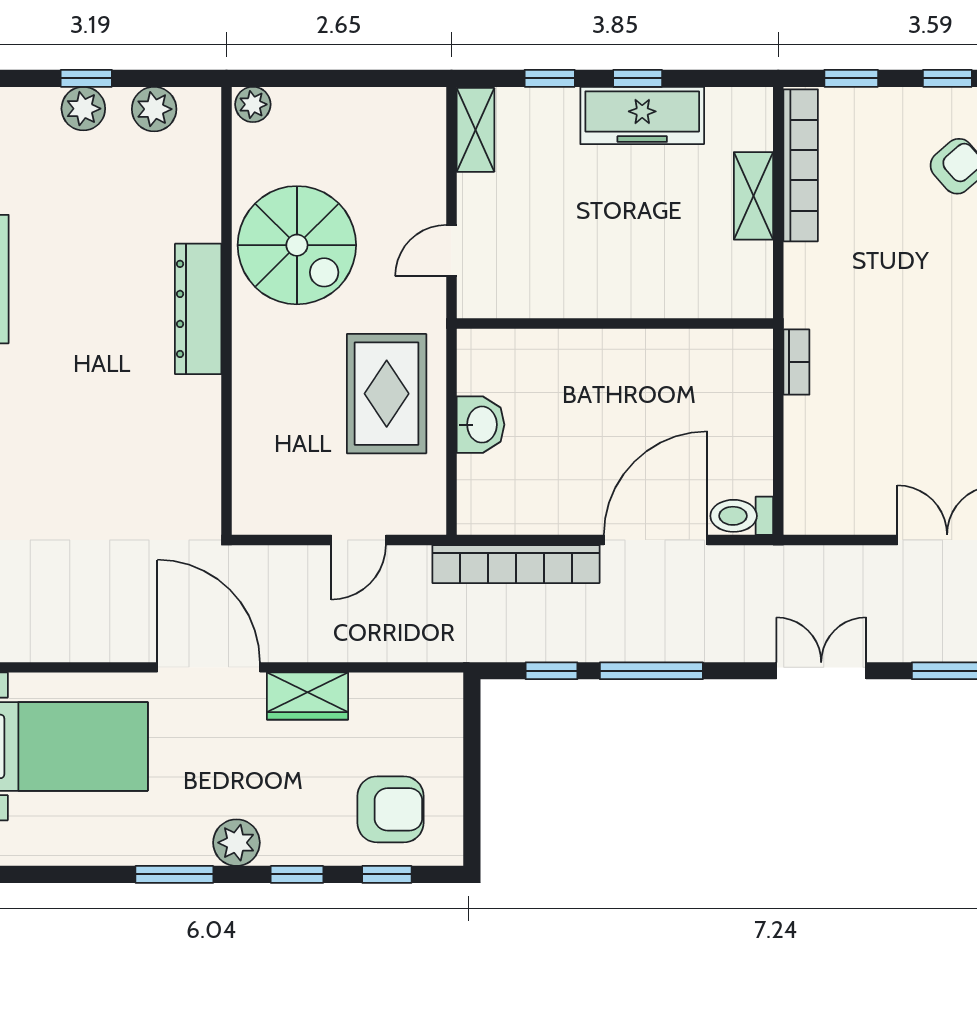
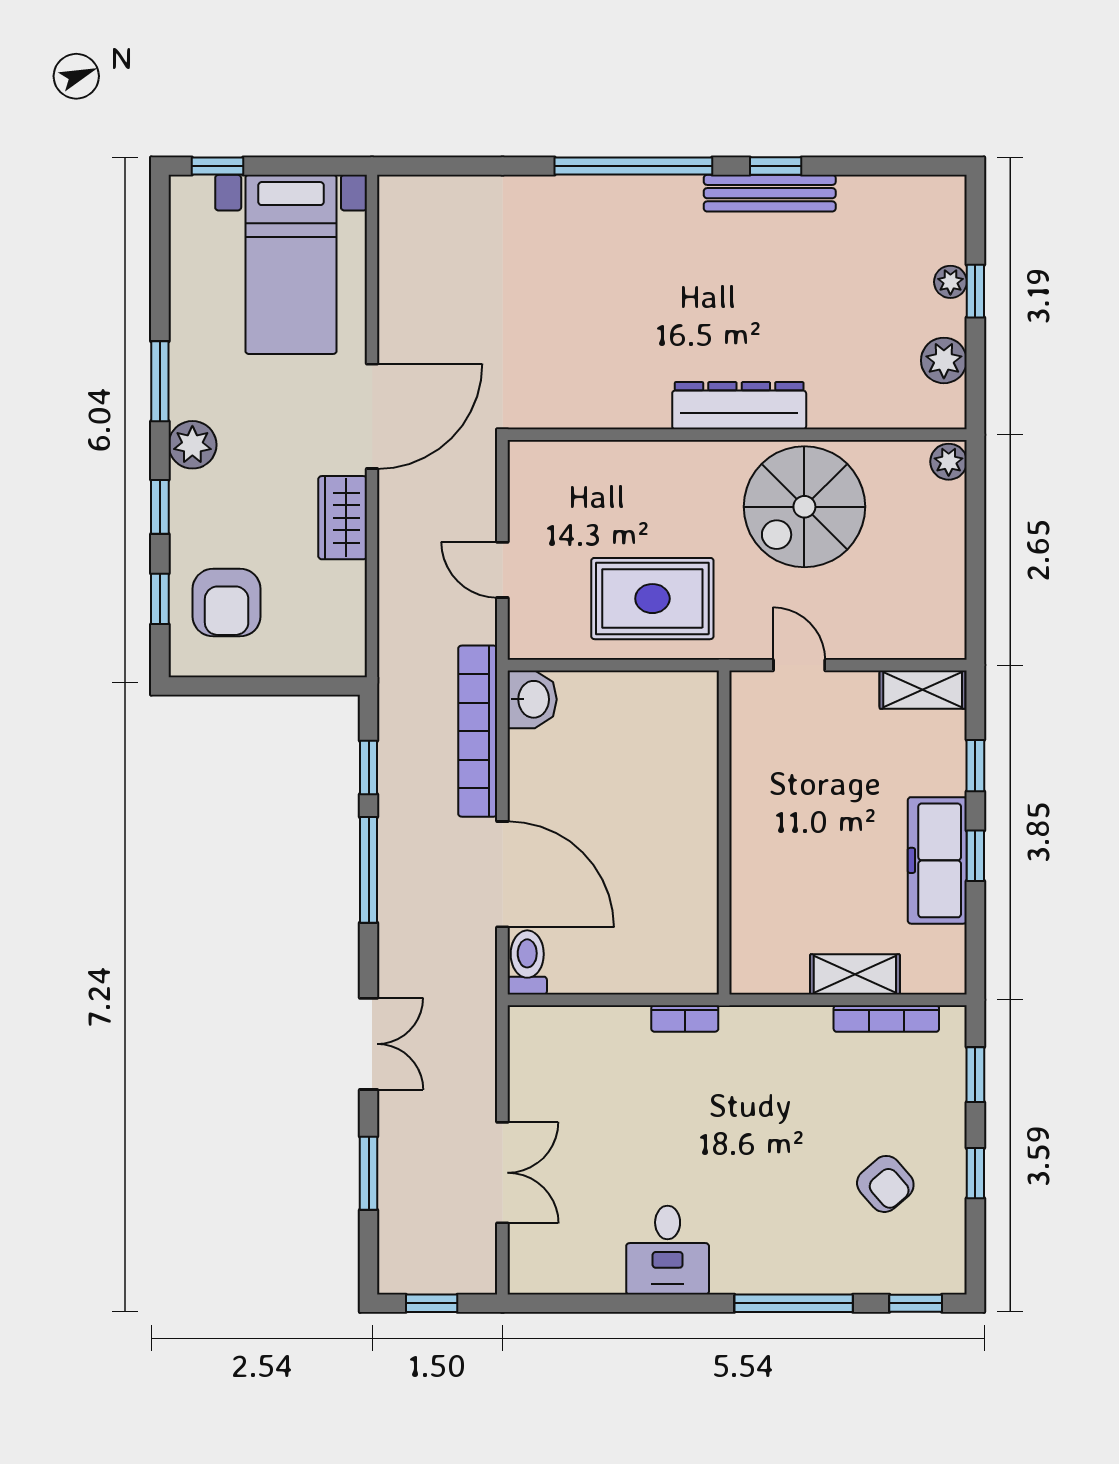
plant: (83, 109) -> (950, 282), width x0.73, depth x0.73
bookcase: (801, 165) -> (886, 1019), width x0.68, depth x0.76
washbasin: (481, 425) -> (532, 699), moved, turned -90

